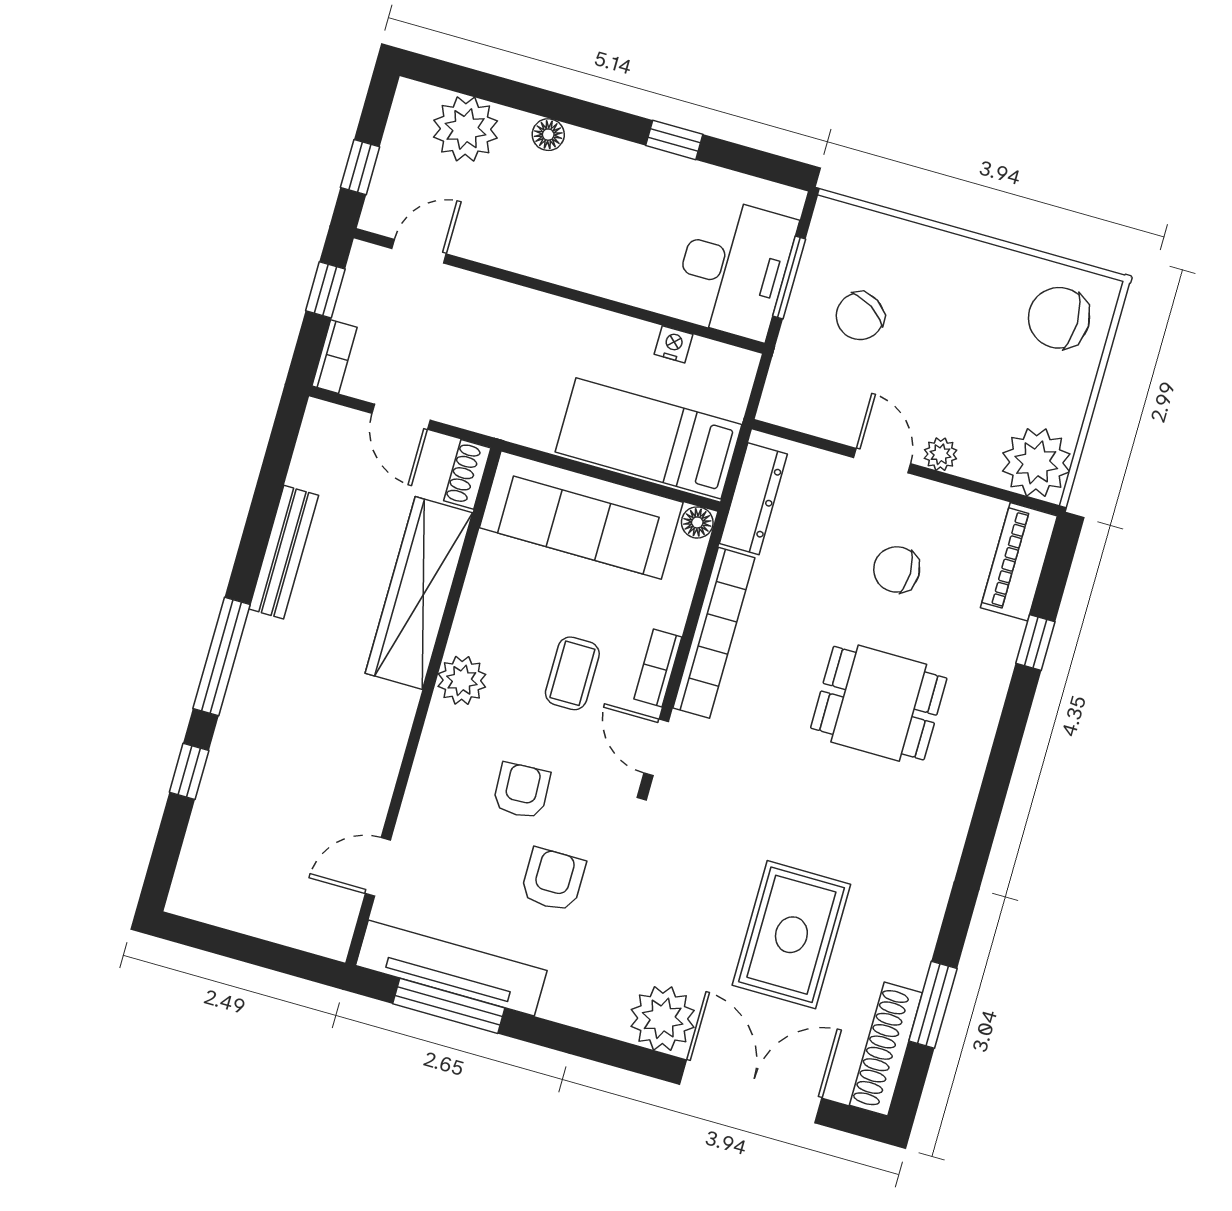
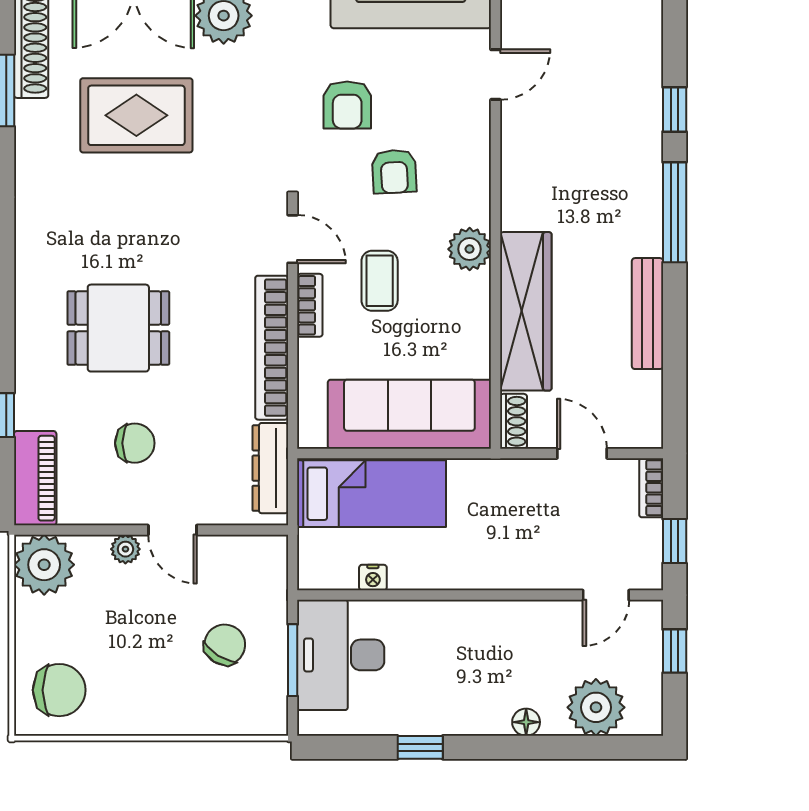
floor lamp: (697, 522) -> (311, 435), removed
rug: (791, 935) -> (136, 115), turned 90

